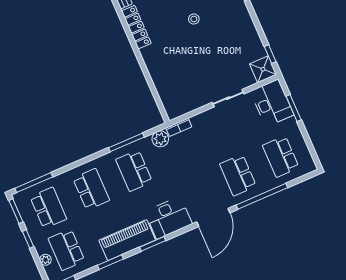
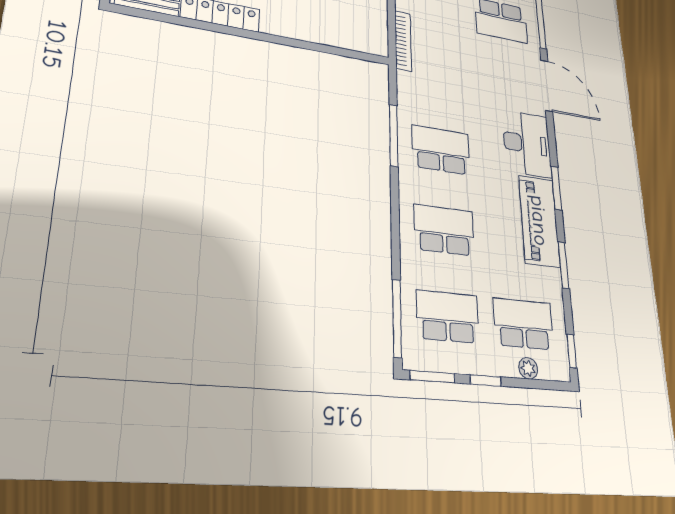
bookcase: (179, 127) -> (403, 41), width x1.56
plant: (160, 139) -> (409, 86), removed
school desk: (134, 171) -> (441, 150), turned 180
school desk: (66, 250) -> (524, 324), turned 180

